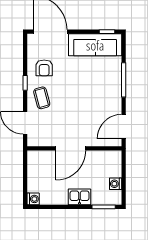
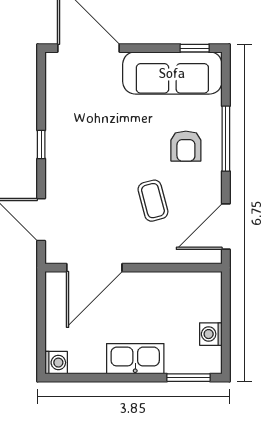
armchair: (44, 68) -> (186, 146), moved
coffee table: (42, 98) -> (153, 201), moved
door: (71, 148) -> (94, 268), moved
kitchen sink: (79, 197) -> (135, 359), width x1.38

